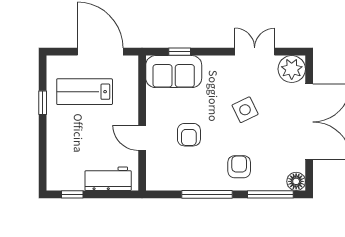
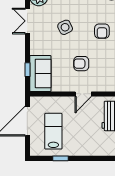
lab bench: (85, 92) -> (53, 131), turned 180
armchair: (189, 135) -> (81, 64), turned 180
armchair: (239, 167) -> (102, 31), turned -90

